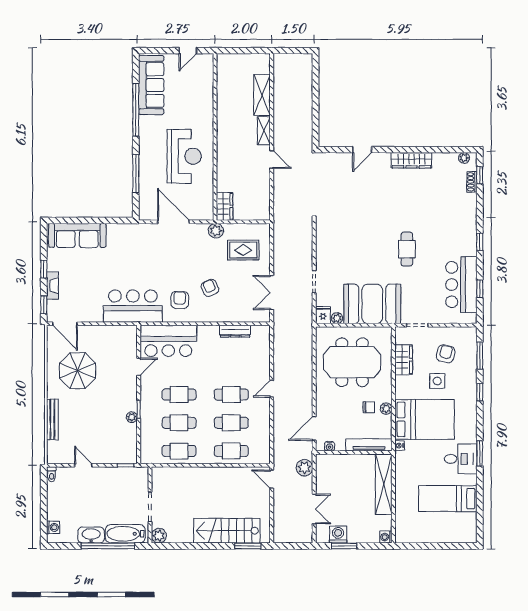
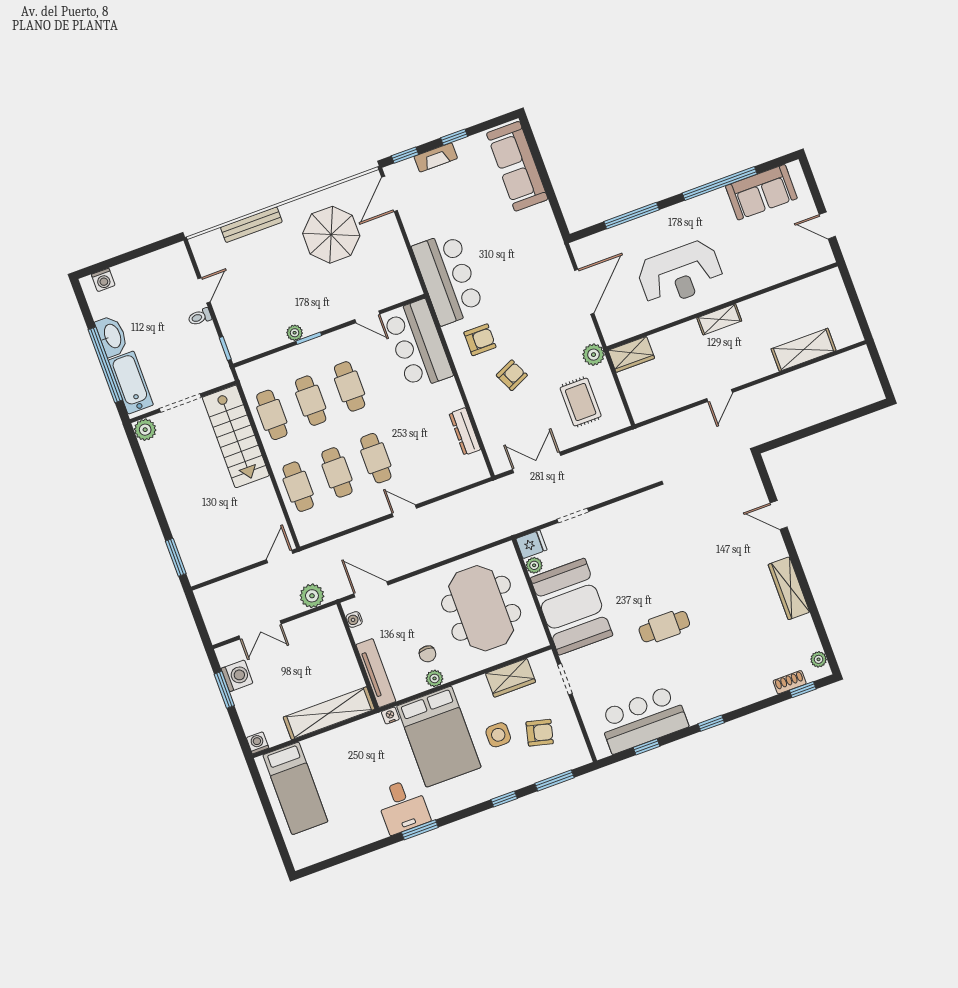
sofa: (151, 85) -> (761, 192), width x0.73
shelving: (264, 131) -> (719, 319), moved
toilet: (52, 474) -> (200, 317), moved
bed: (448, 499) -> (295, 788), moved, turned 180
stairs: (227, 531) -> (236, 436), moved, turned 180

